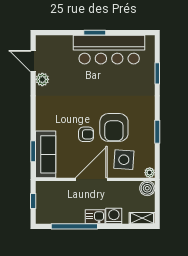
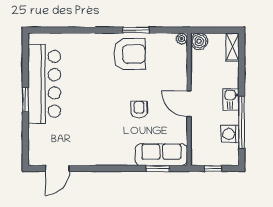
window: (157, 73) -> (71, 30), removed
plant: (42, 79) -> (78, 158), removed
armchair: (114, 127) -> (130, 54), moved
side table: (124, 160) -> (167, 67), removed
door: (91, 179) -> (189, 104), width x0.73
washing machine: (114, 216) -> (230, 134), moved

